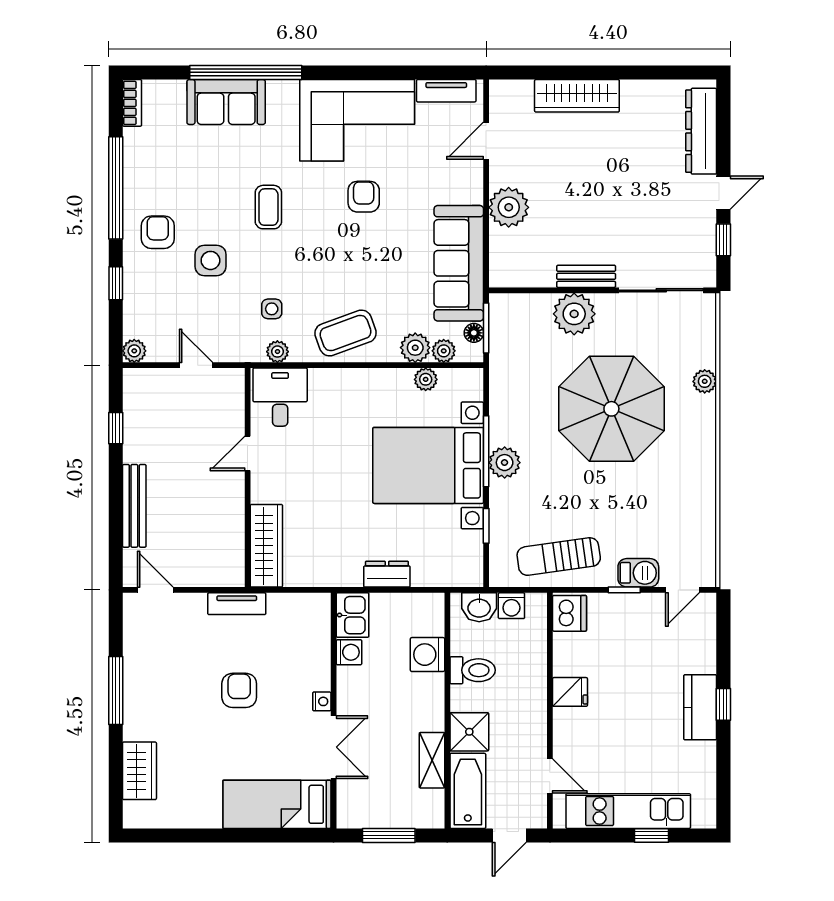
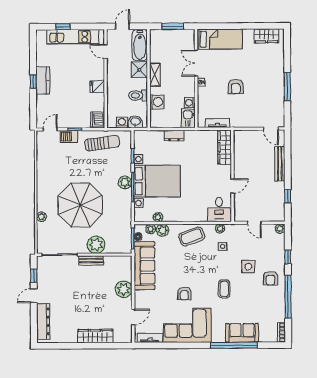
tv unit: (237, 604) -> (217, 123), moved
shelving: (432, 760) -> (155, 75), moved
wardrobe: (139, 771) -> (266, 36), moved, turned -90

